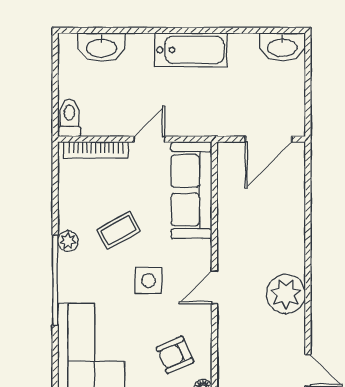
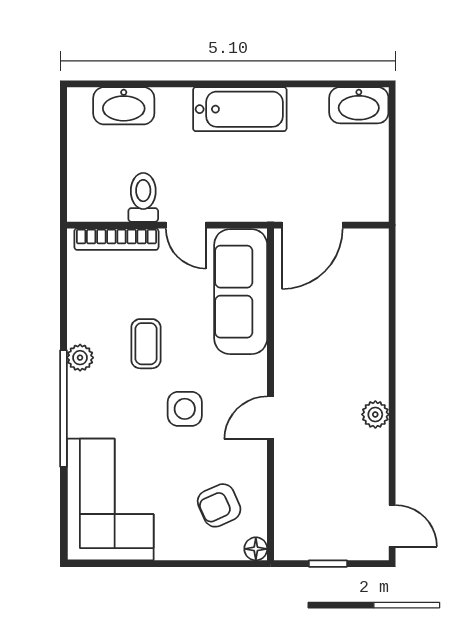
toilet: (69, 118) -> (143, 197), moved
door: (149, 139) -> (186, 225), swing flipped
door: (268, 139) -> (312, 225), moved
coffee table: (119, 230) -> (146, 344), turned -61
plant: (286, 294) -> (375, 414), width x0.53, depth x0.53

